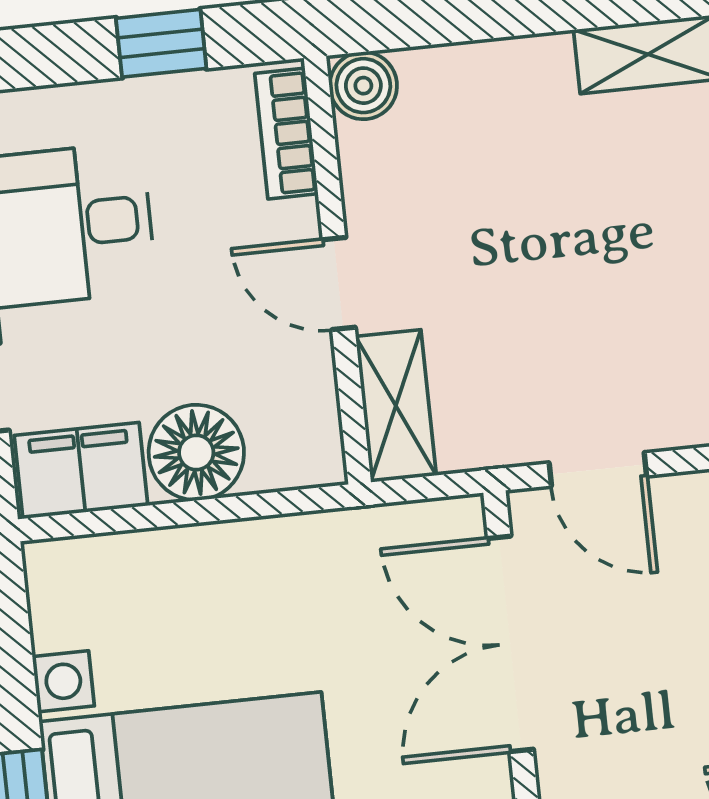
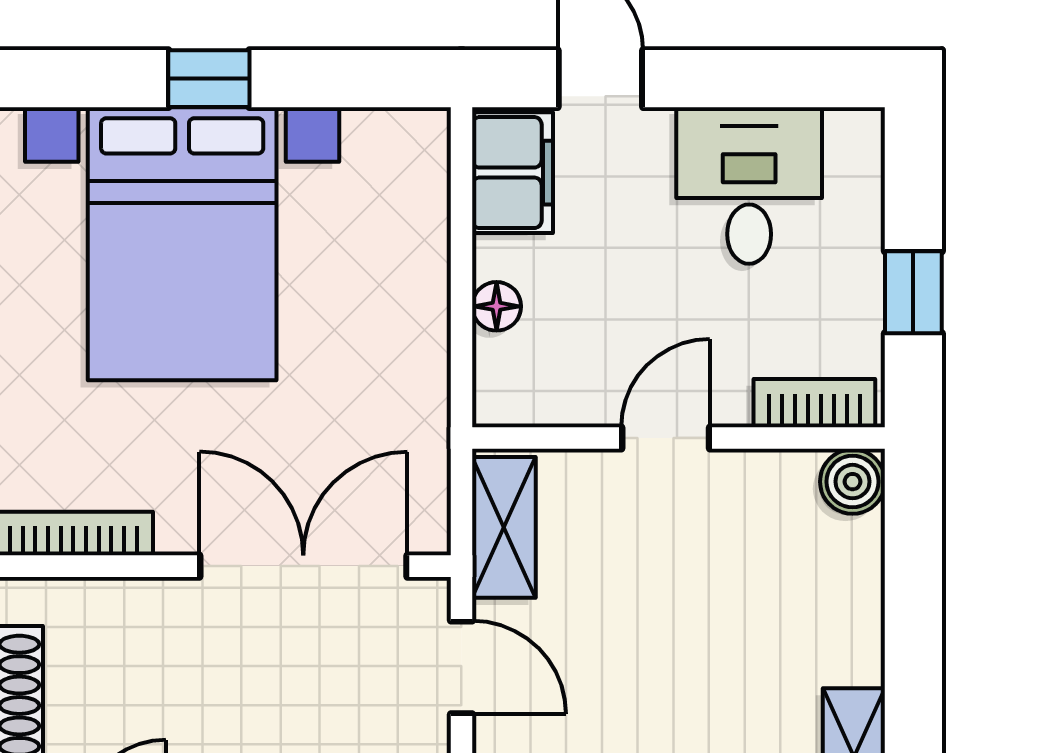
shelving: (396, 406) -> (504, 527), moved, turned 90
floor lamp: (196, 453) -> (497, 306), width x0.53, depth x0.53
door: (598, 469) -> (461, 667), swing flipped

